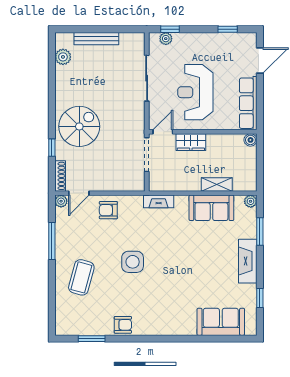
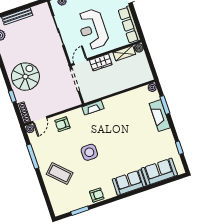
shelving: (217, 184) -> (124, 53), moved
sofa: (211, 208) -> (129, 183), moved, turned 180
fireplace: (248, 261) -> (160, 116), moved
coffee table: (81, 277) -> (60, 173), turned -60

